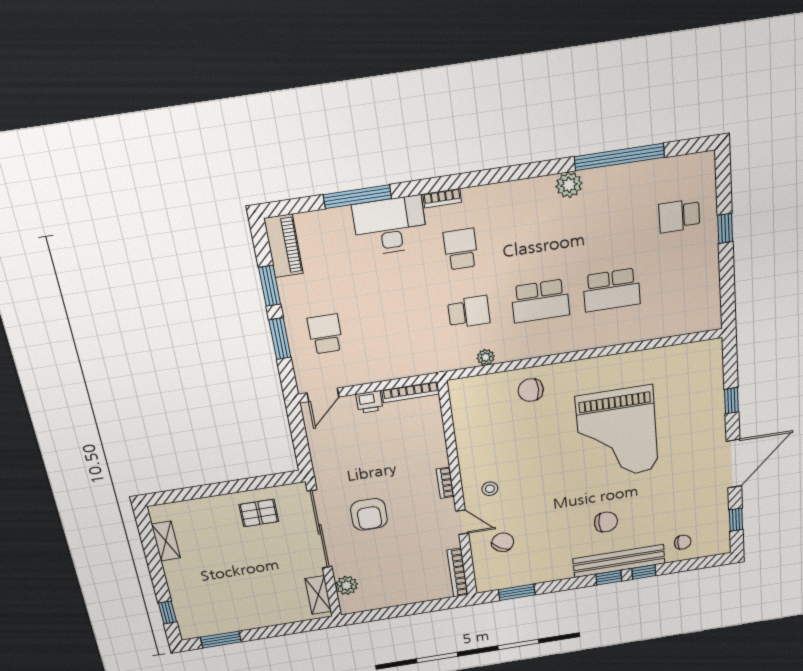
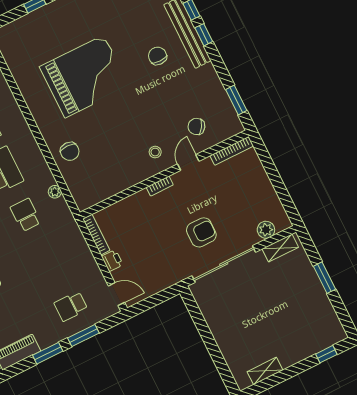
pallet: (259, 513) -> (223, 311), removed
window: (221, 640) -> (324, 278), moved

